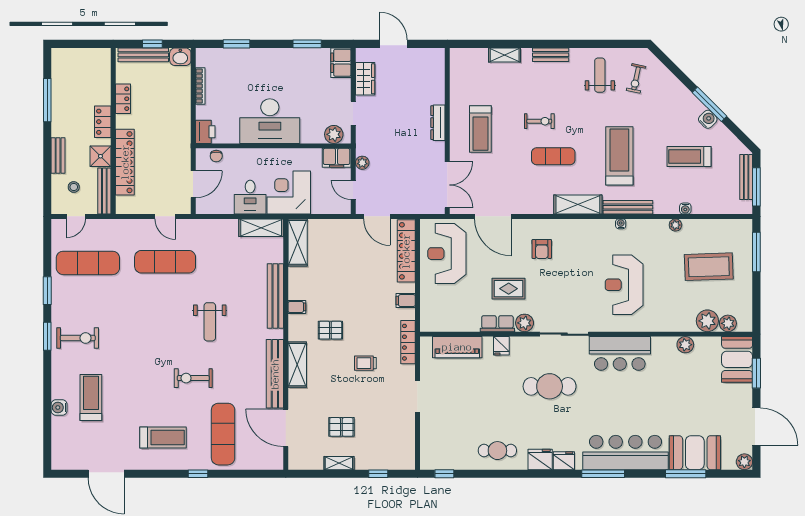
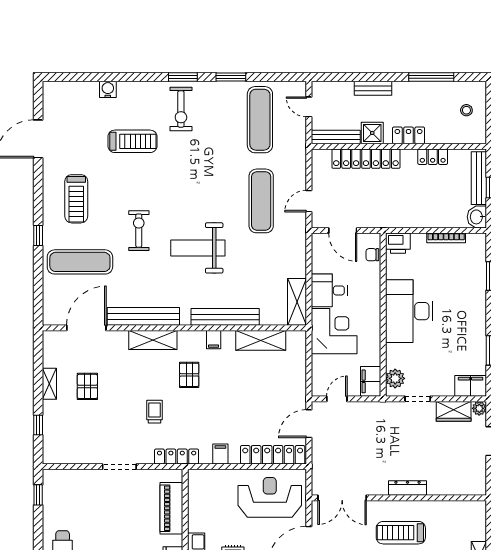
plant: (362, 163) -> (479, 408), moved
stool: (74, 187) -> (466, 110), moved
shelving: (298, 242) -> (261, 340), moved
weight bench: (210, 322) -> (198, 248), width x1.36, depth x1.33
treadmill: (91, 397) -> (132, 141), moved

